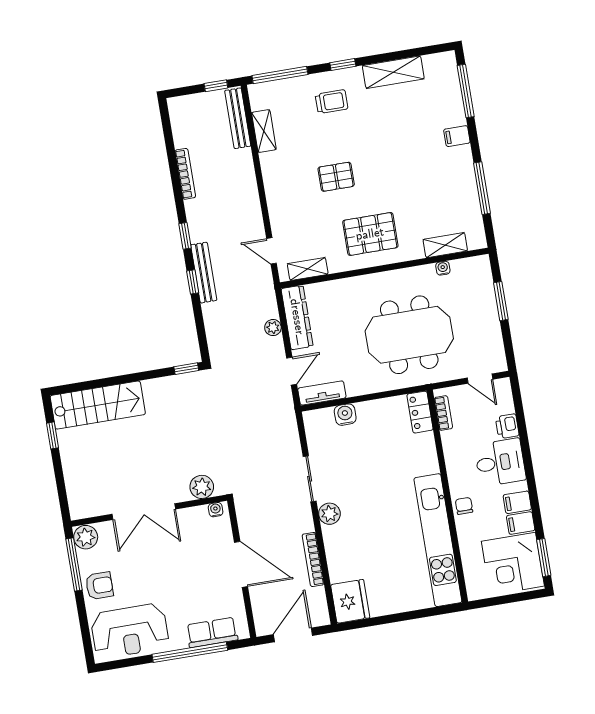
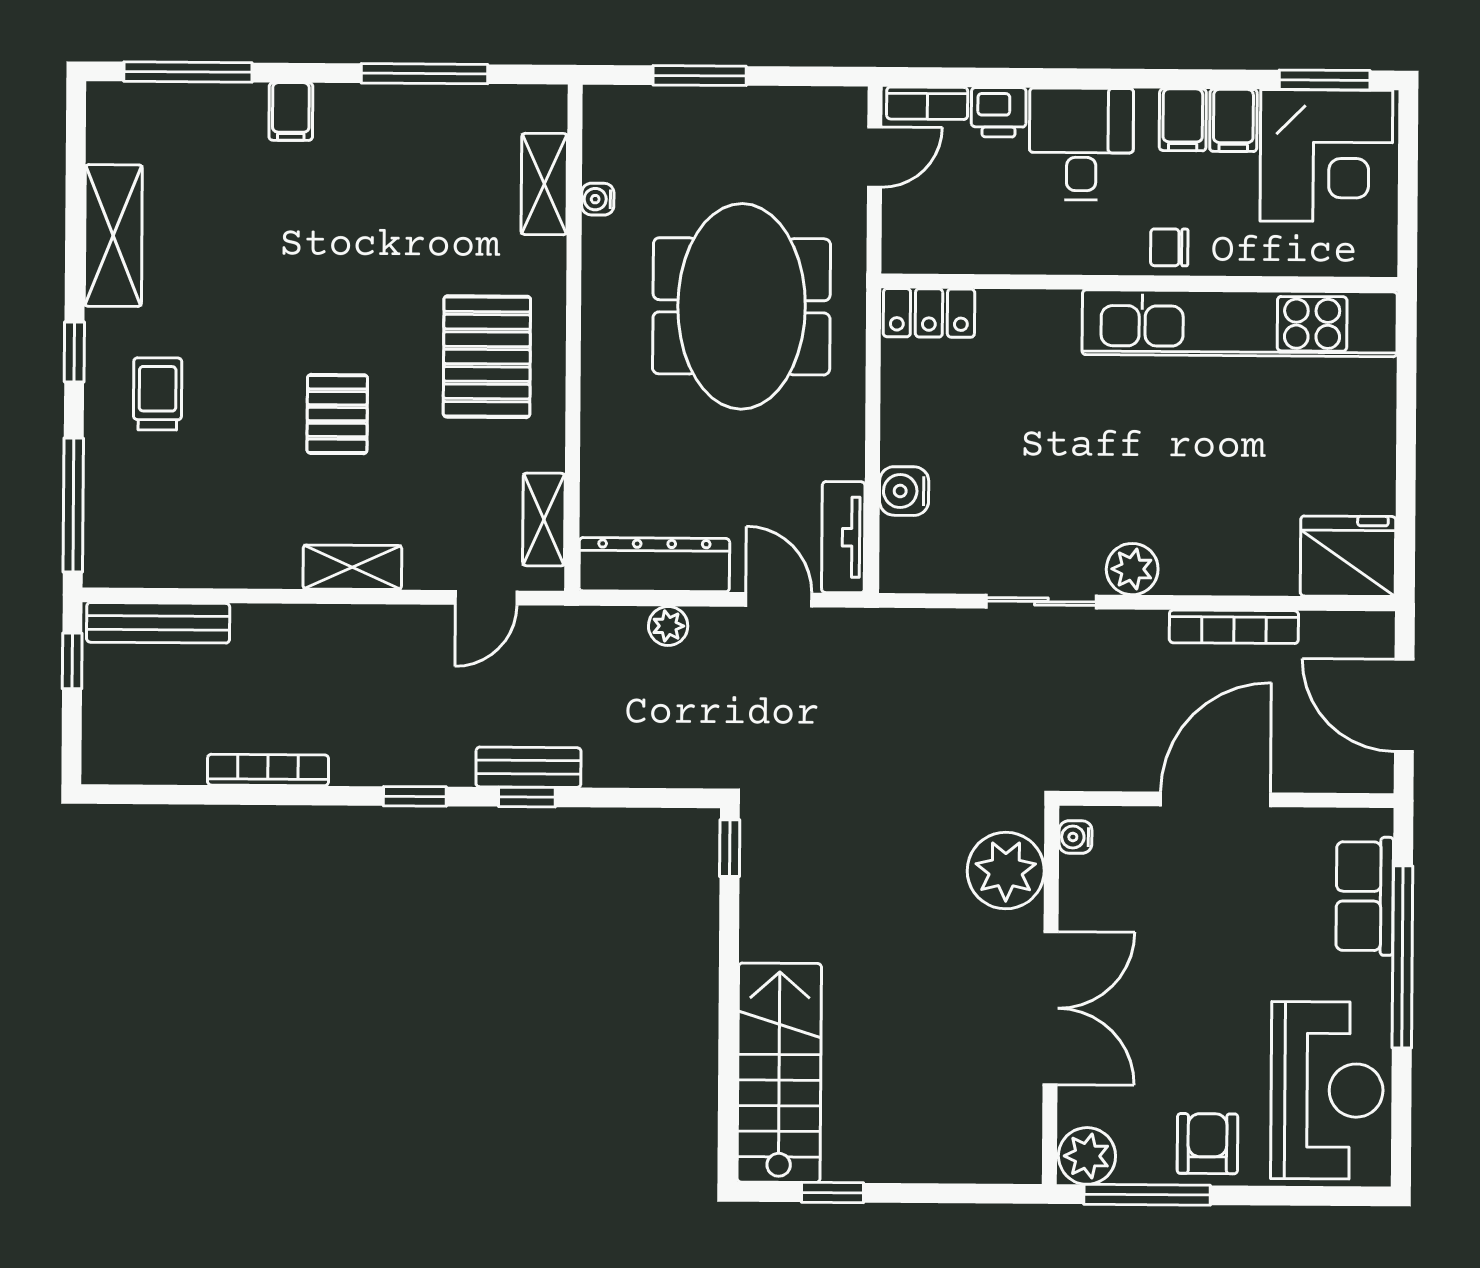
shelving: (264, 131) -> (352, 567), moved
bench: (204, 273) -> (528, 767), width x0.73
bookcase: (443, 413) -> (927, 103), moved, turned 180
plant: (202, 487) -> (1006, 871), width x1.36, depth x1.36

